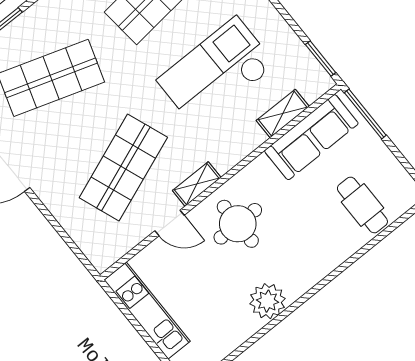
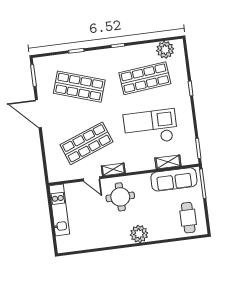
cafe table: (362, 205) -> (188, 218), moved
plant: (268, 301) -> (139, 234), moved

